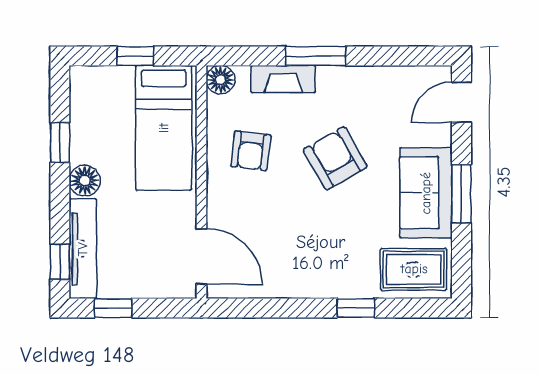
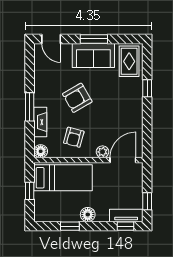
armchair: (251, 151) -> (74, 137), turned 98
plant: (219, 212) -> (103, 152), added
tv unit: (83, 249) -> (126, 215), width x0.71

